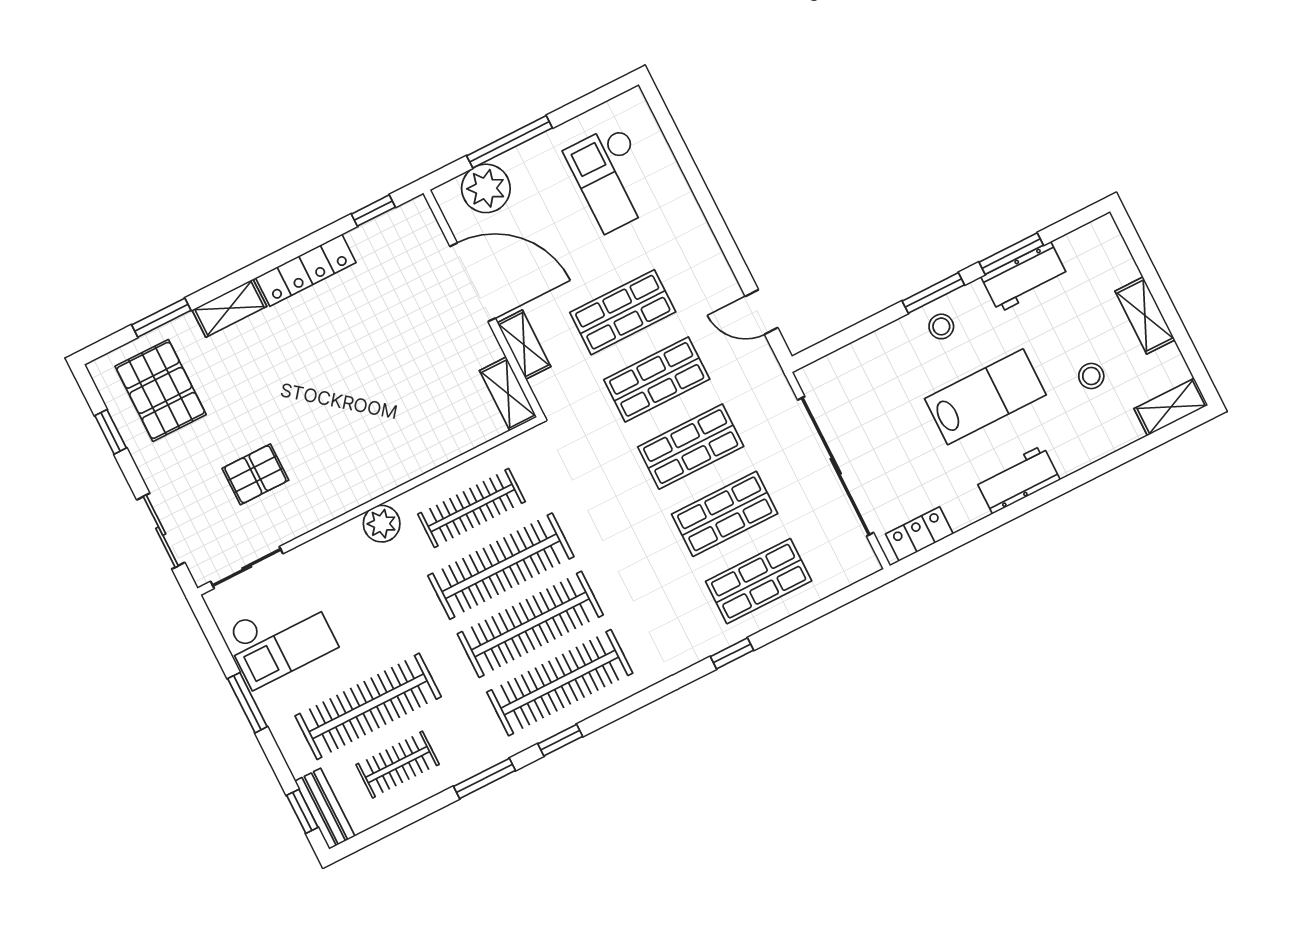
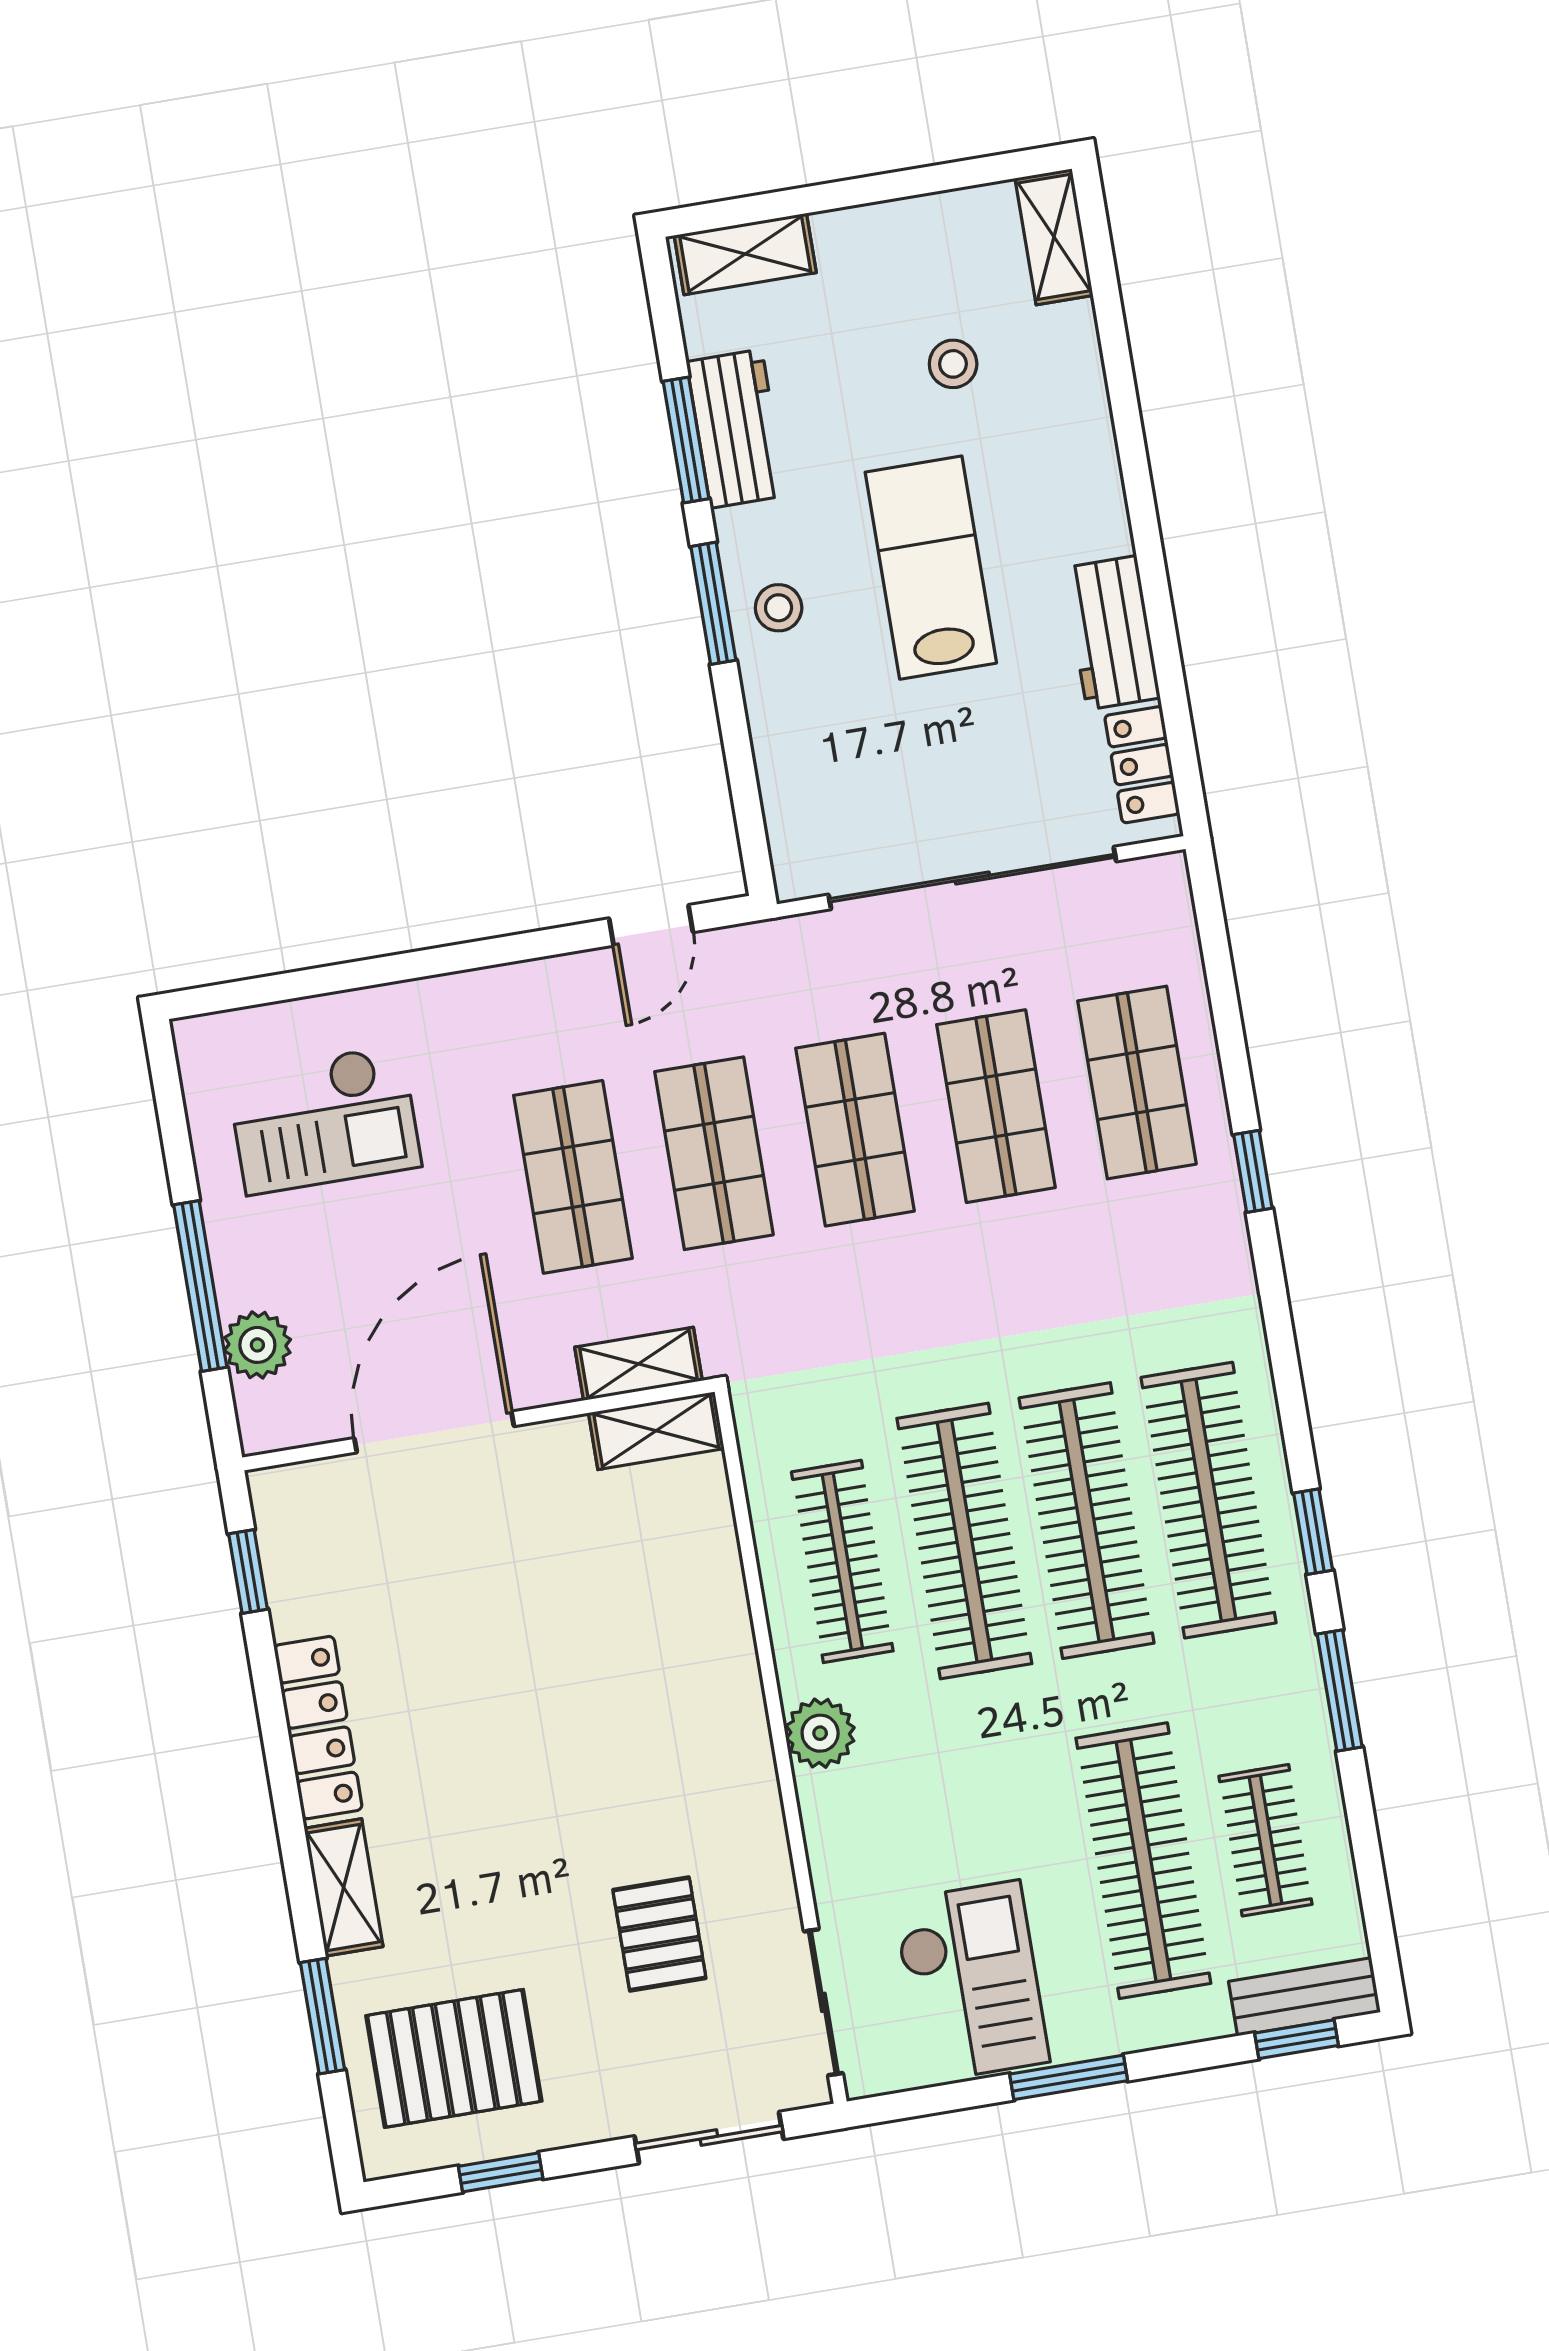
plant: (486, 188) -> (257, 1345), width x0.73, depth x0.73
shelving: (1145, 315) -> (745, 254), moved
shelving: (524, 345) -> (639, 1364), moved
workbench: (1018, 479) -> (1112, 633), moved

